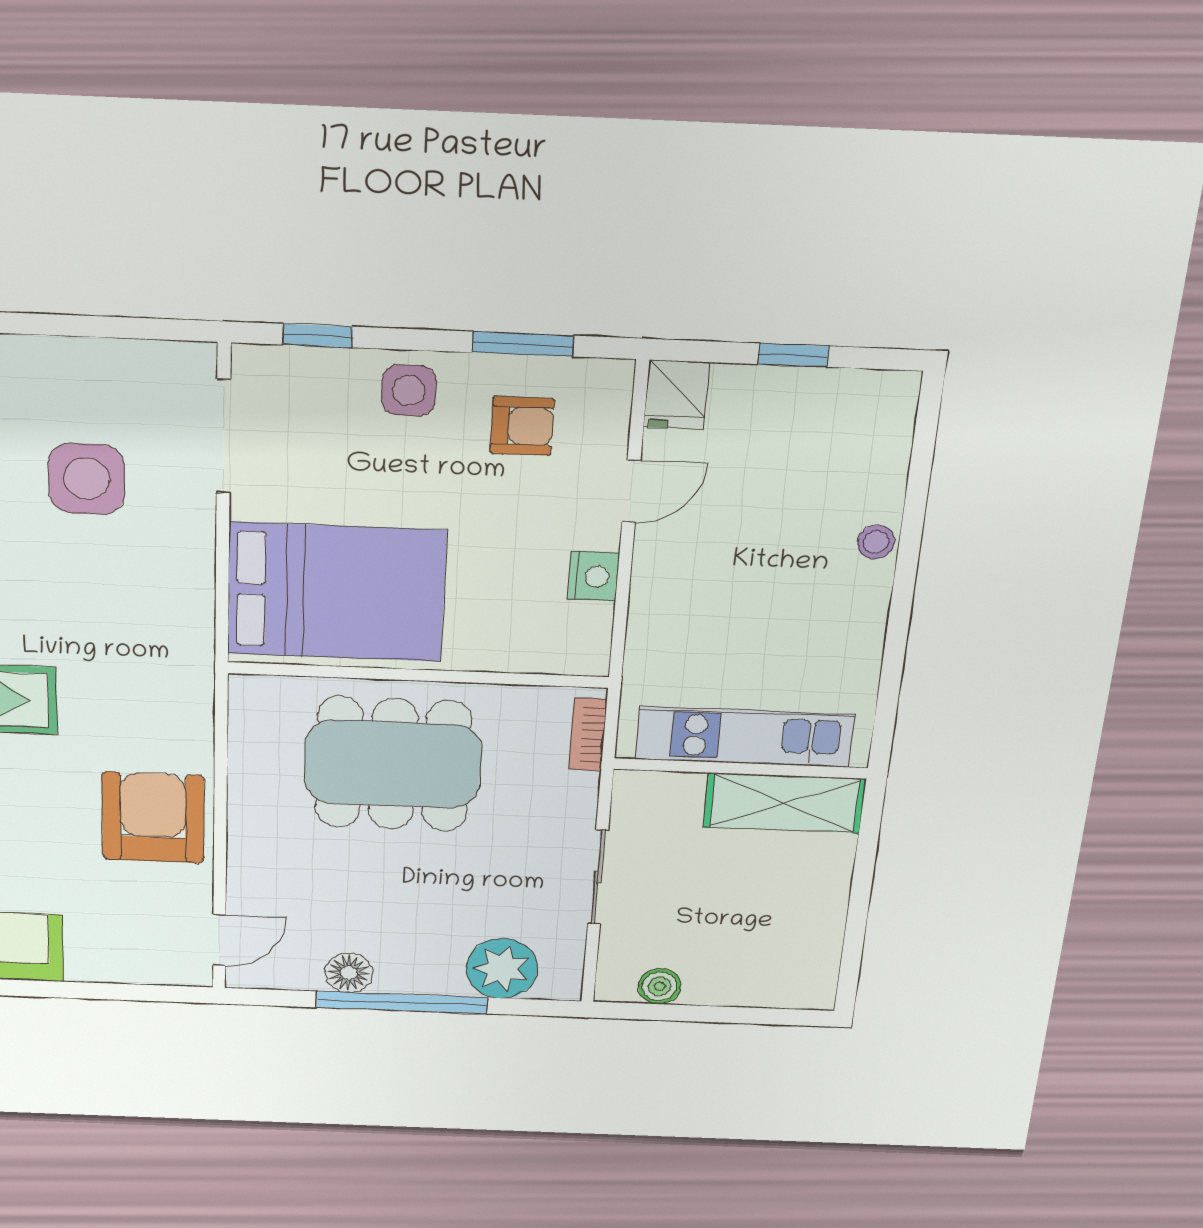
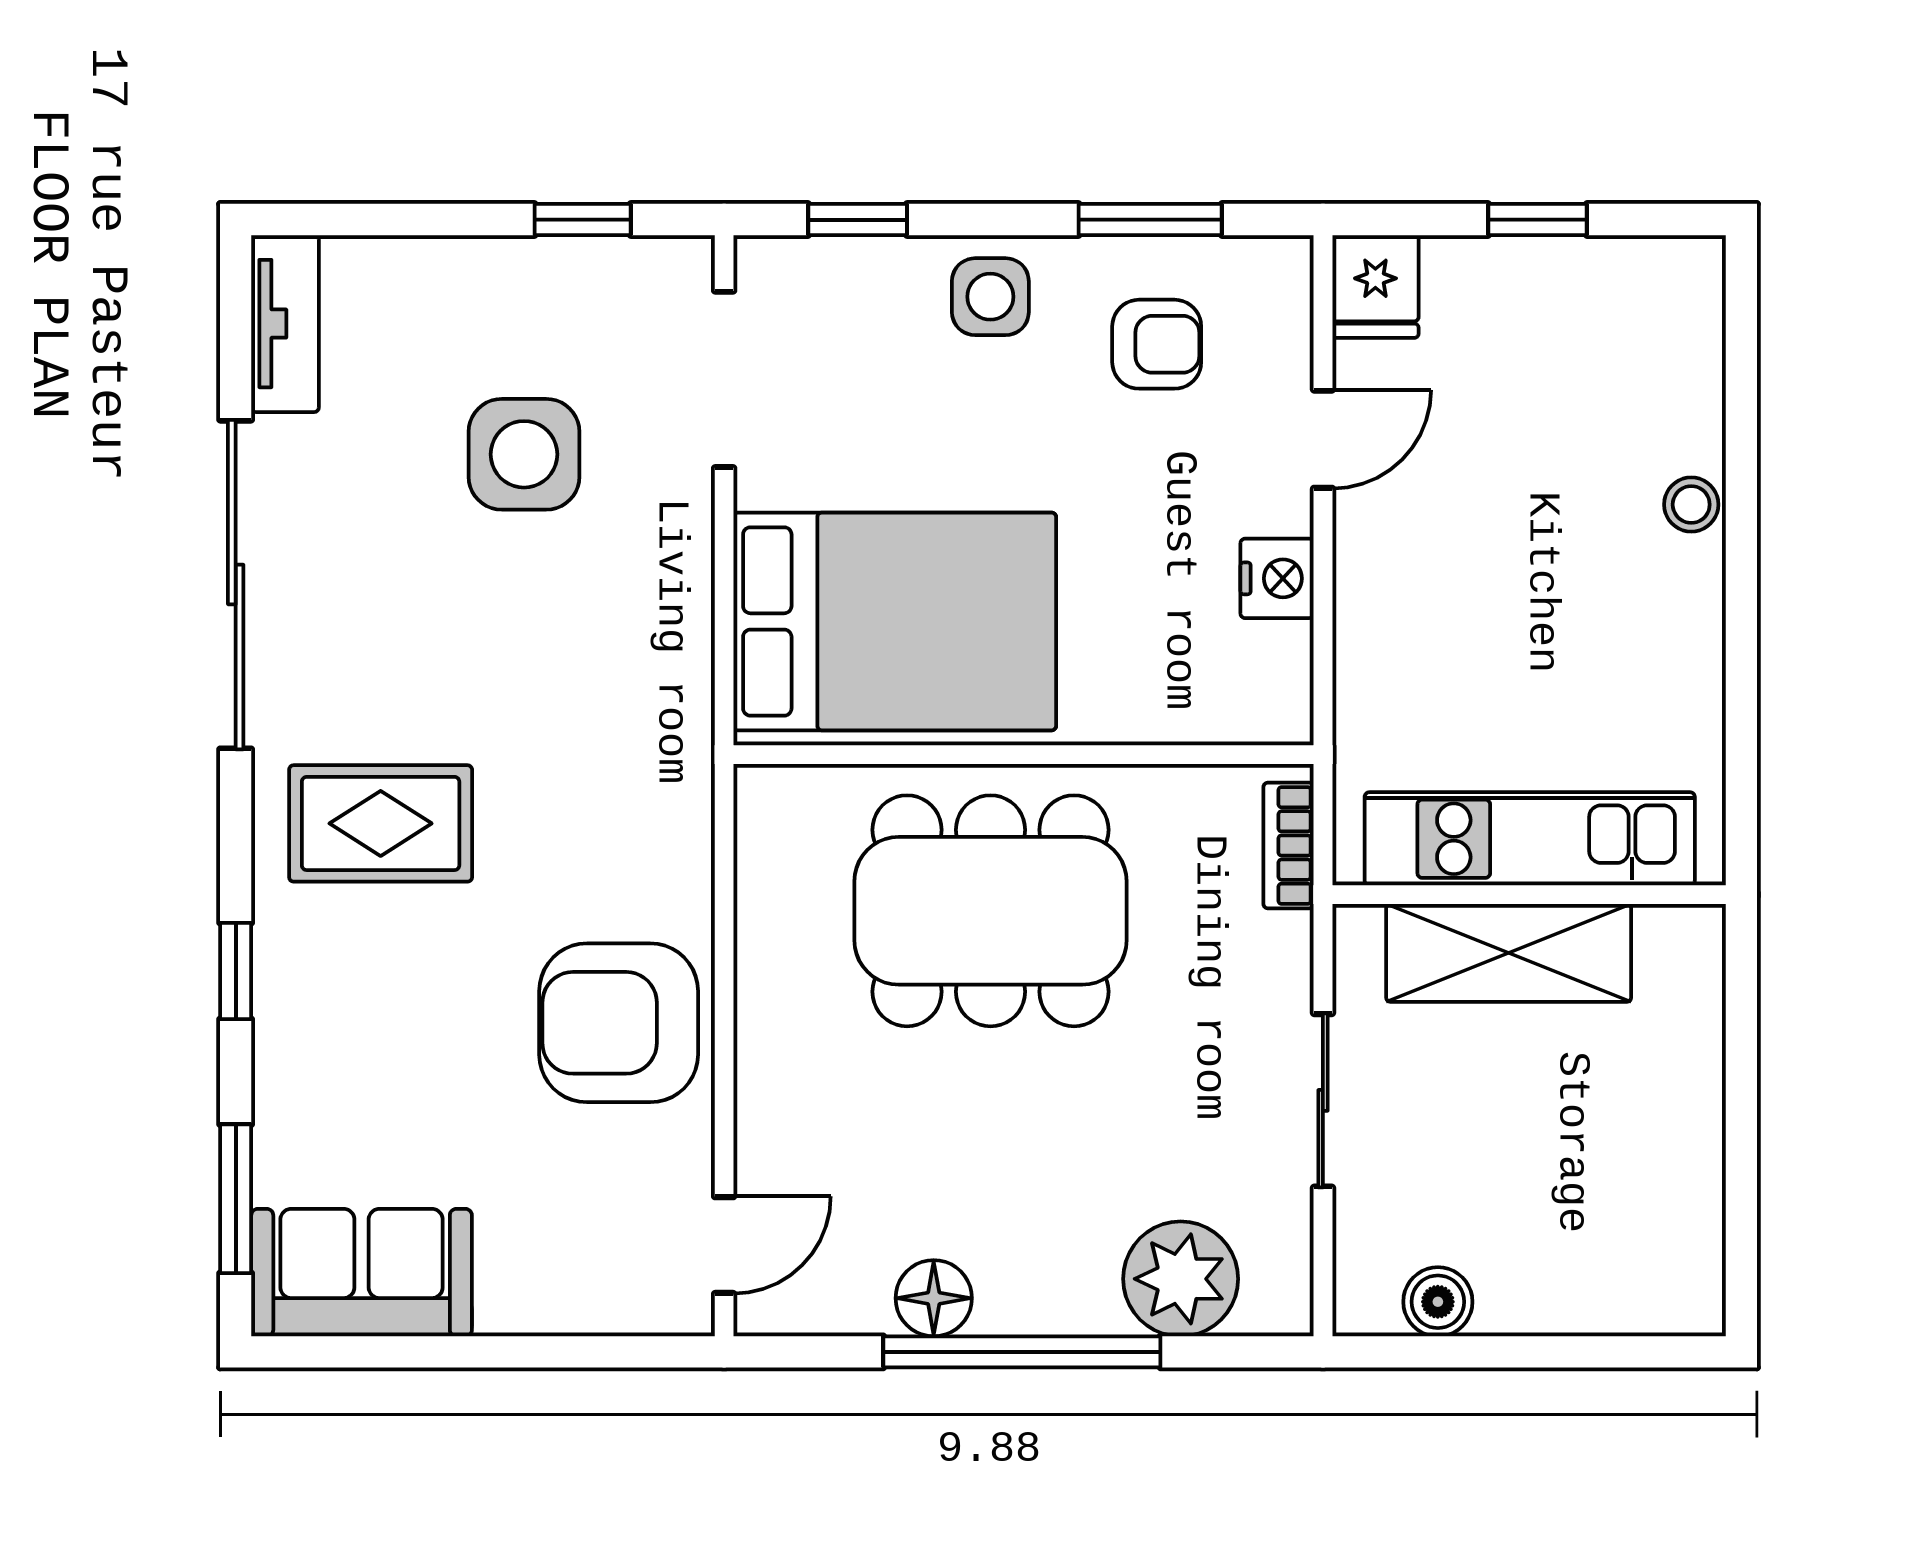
window: (125, 328) -> (583, 220), added
shelving: (784, 803) -> (1509, 953), moved
armchair: (153, 818) -> (619, 1023), turned -90

